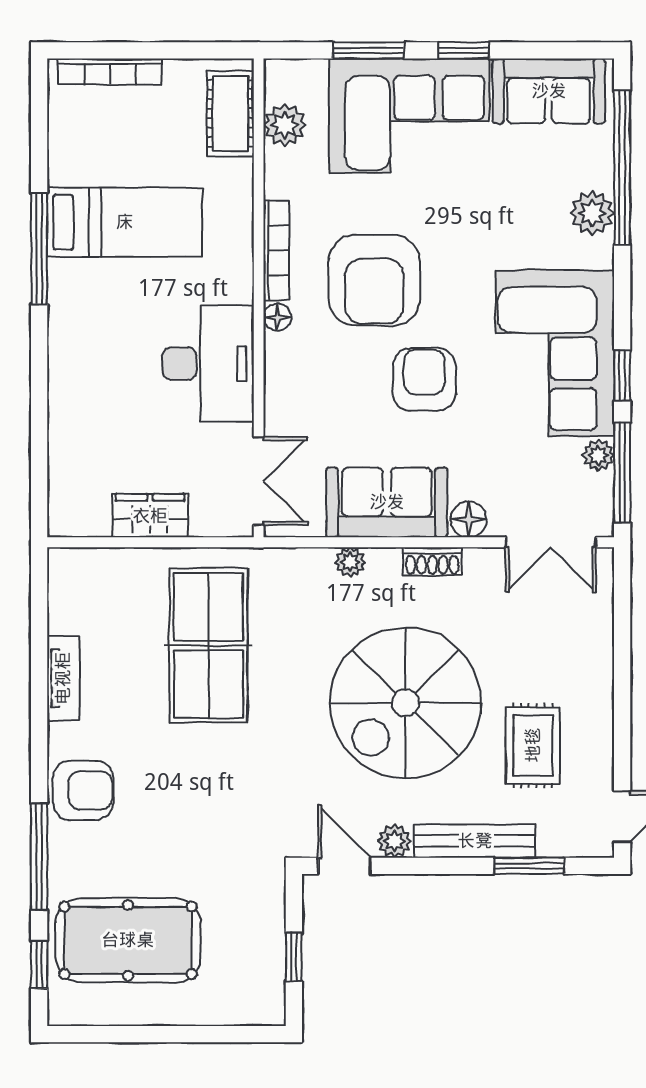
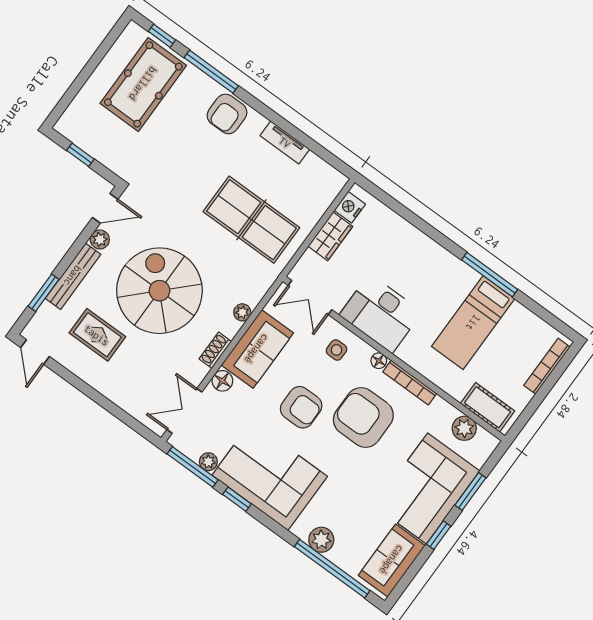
side table: (306, 389) -> (336, 350), added
nightstand: (88, 518) -> (350, 207), added

